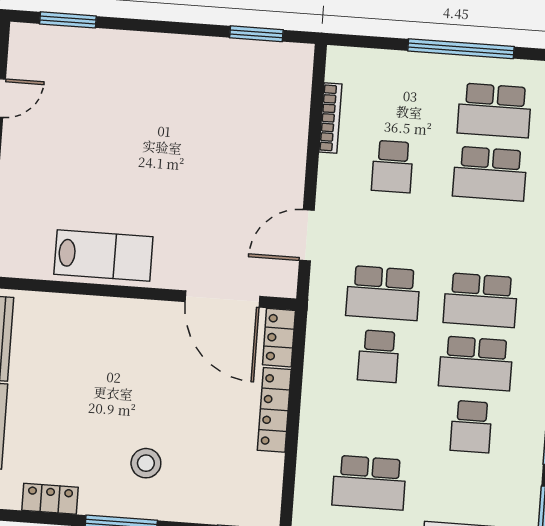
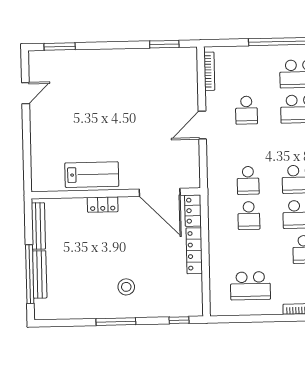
bookcase: (330, 118) -> (209, 71), moved
door: (307, 235) -> (202, 125), moved
school desk: (383, 293) -> (248, 180), width x0.54
locker: (50, 499) -> (103, 204), moved, turned 180

